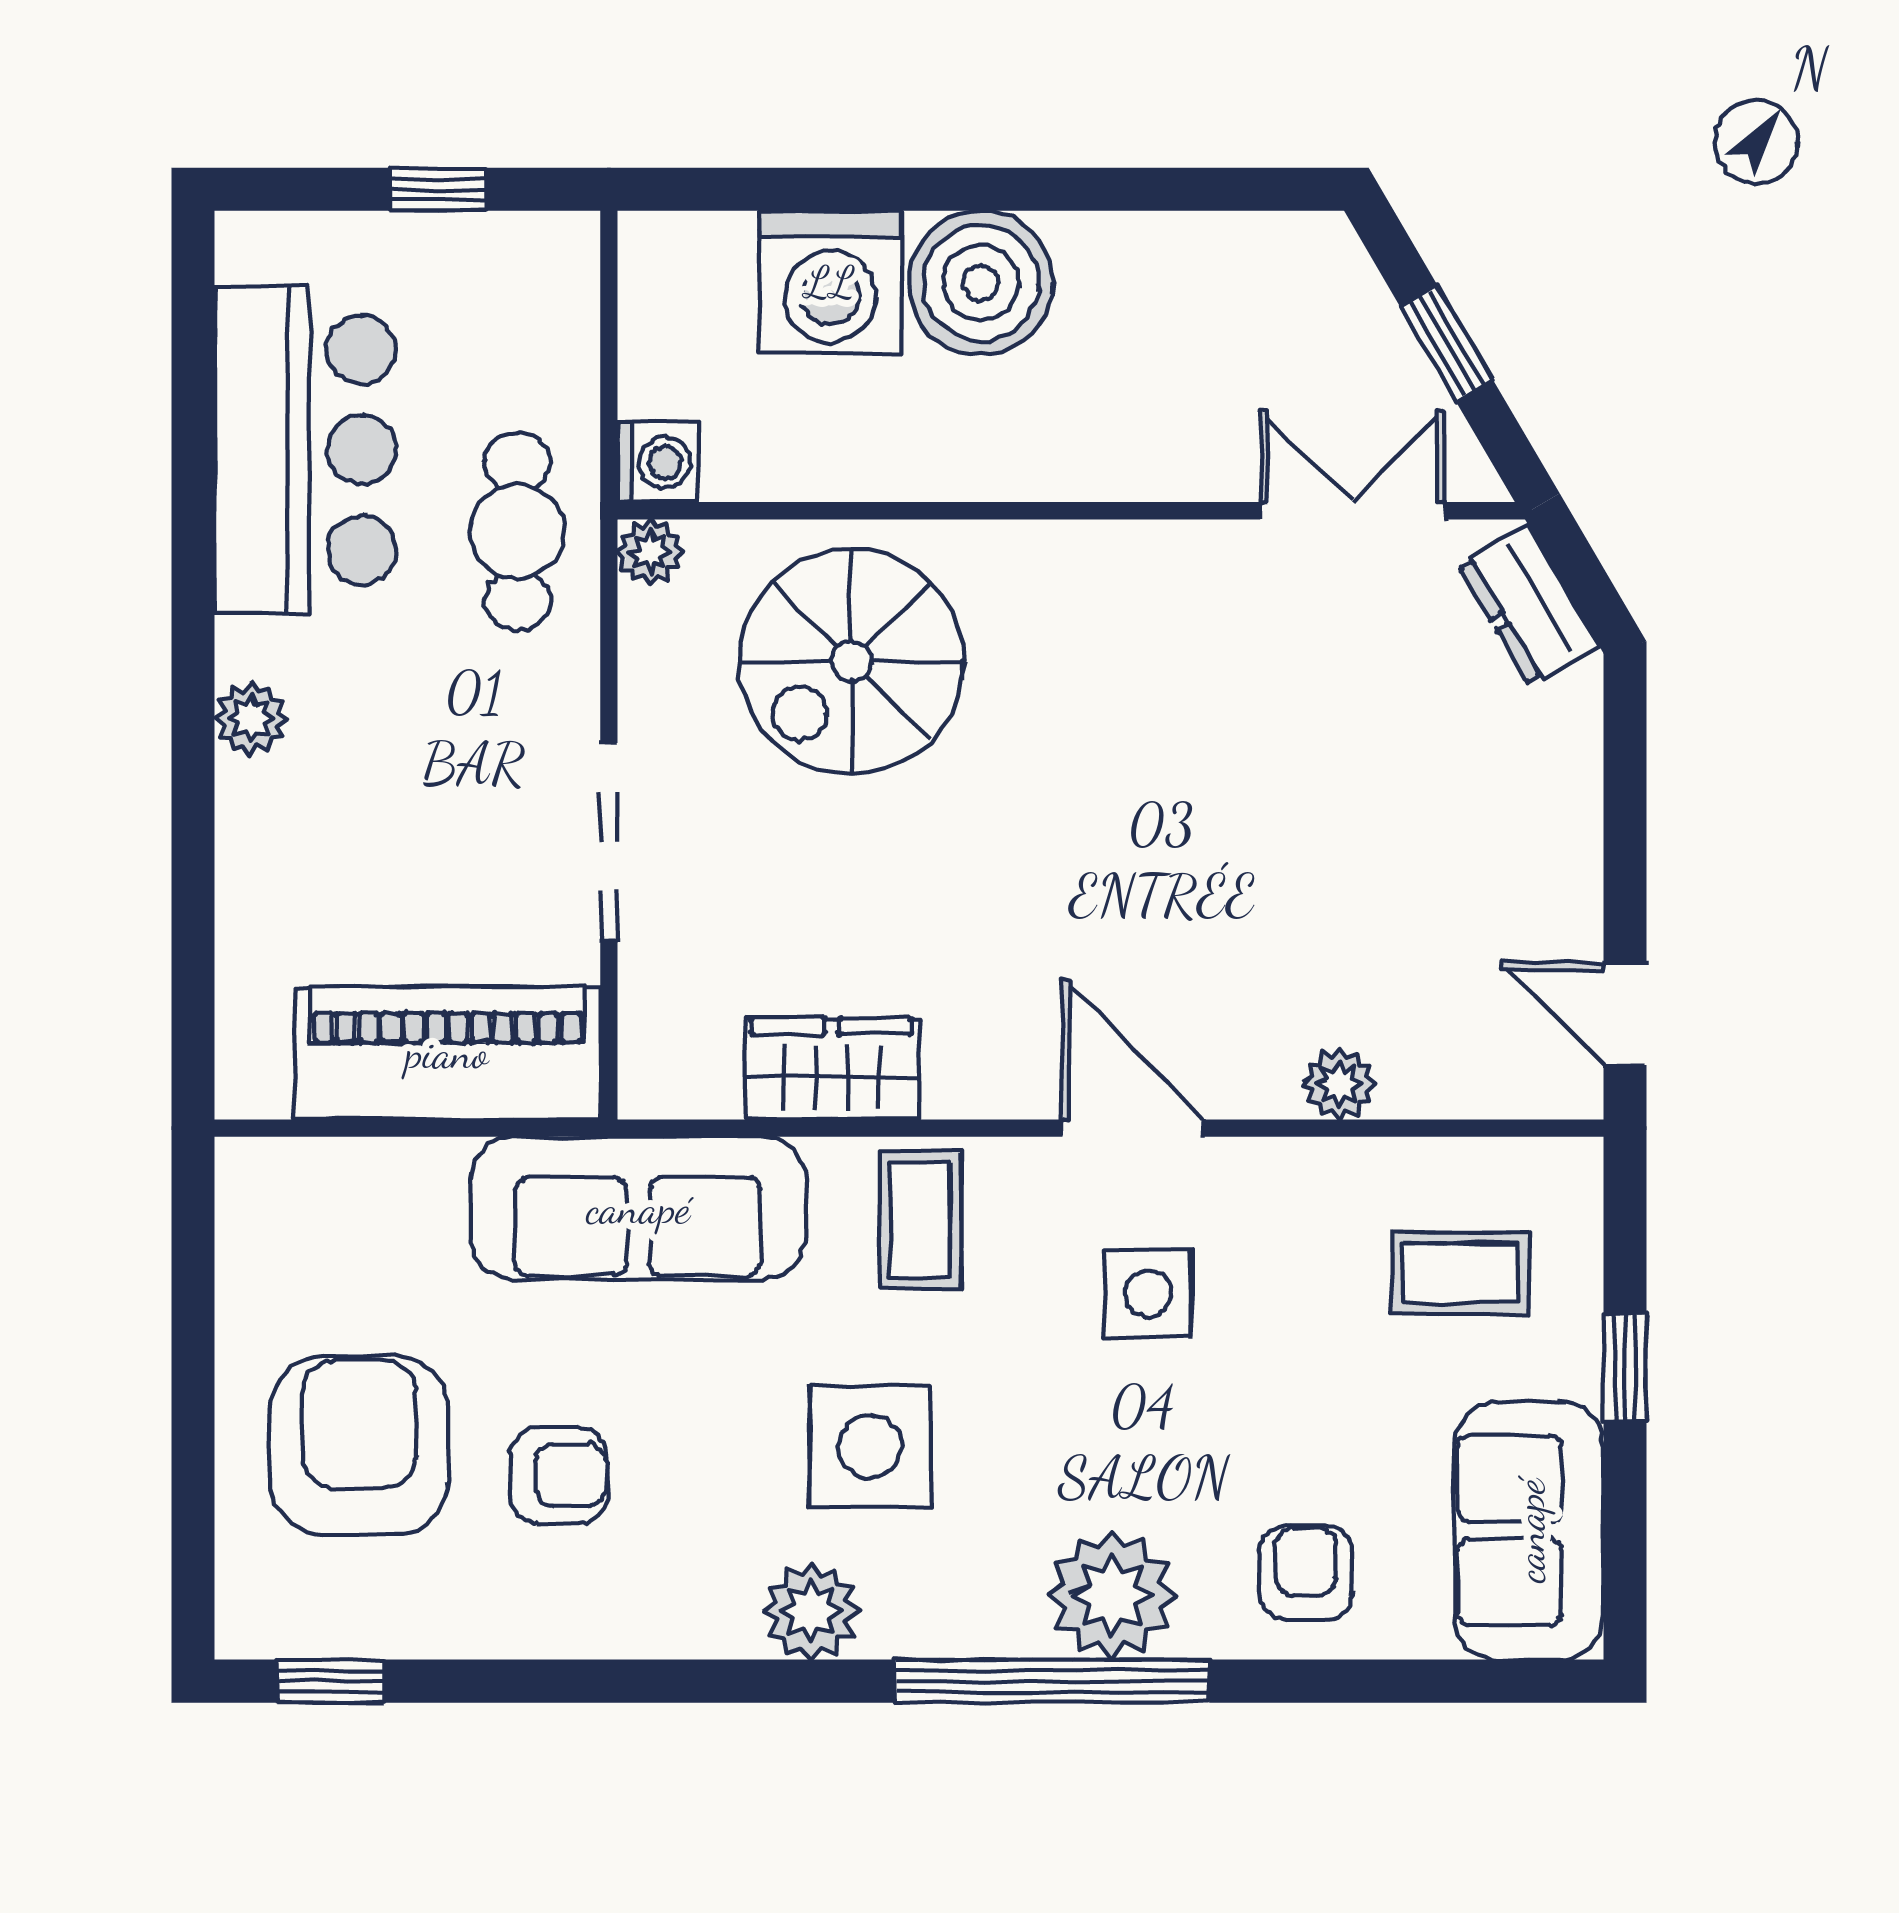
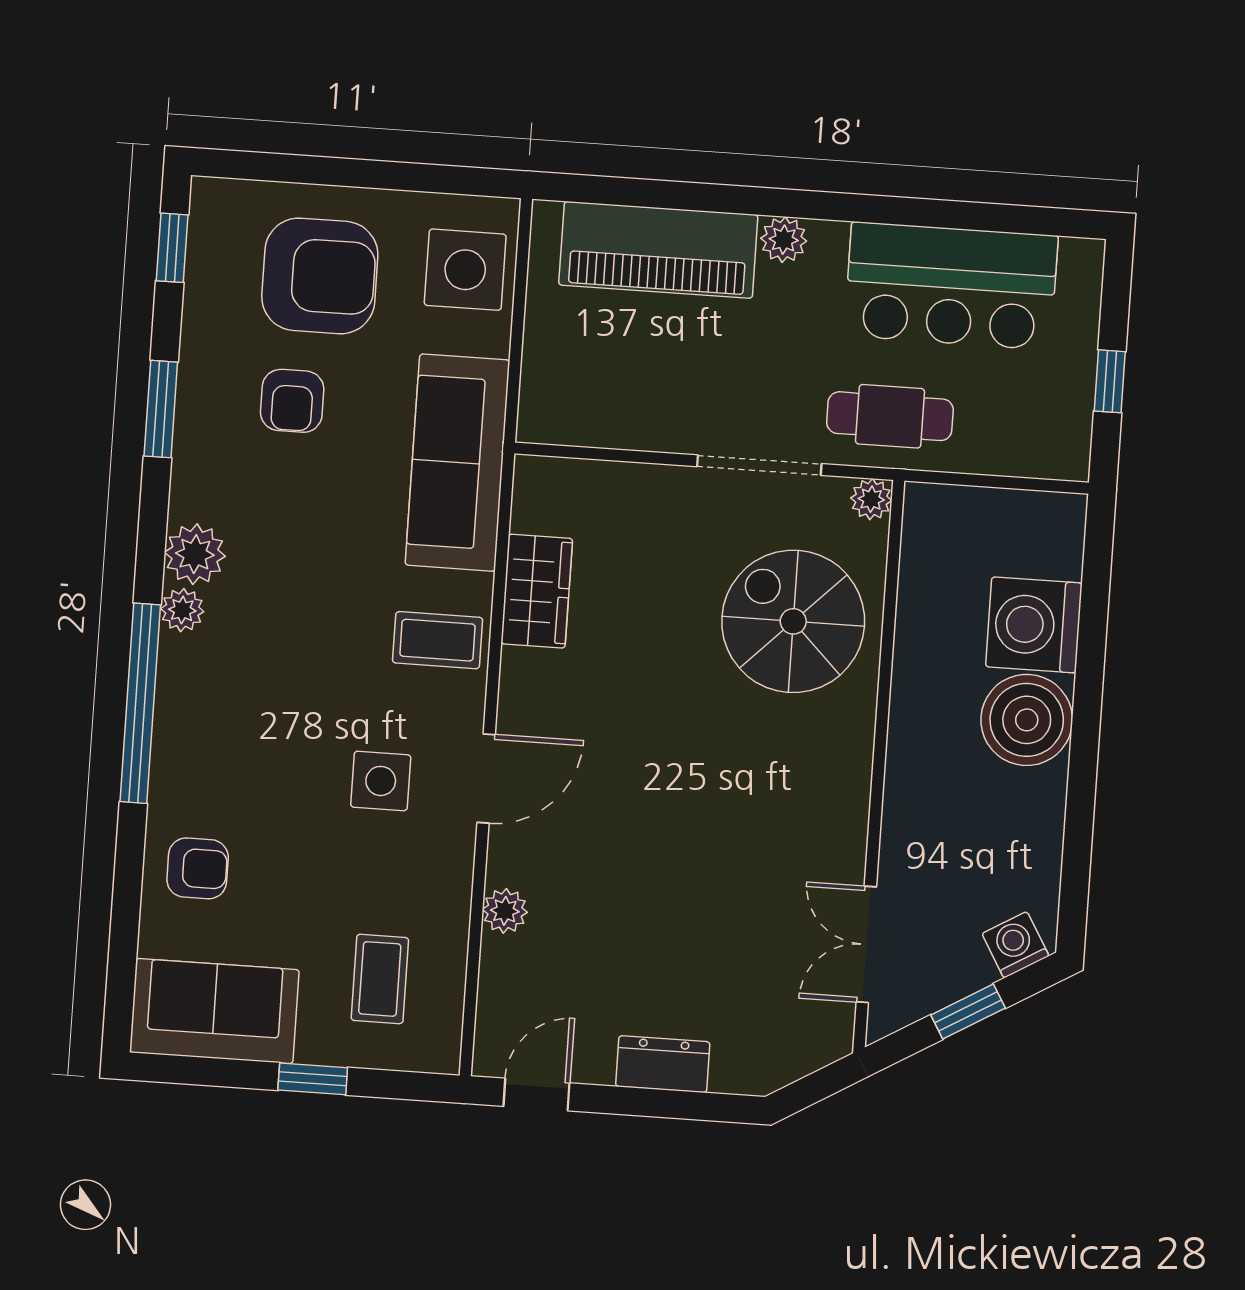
washing machine: (657, 462) -> (1015, 945), moved, turned 150
double door: (1352, 511) -> (866, 944), swing flipped
dresser: (1528, 605) -> (663, 1064), moved, turned 30
doorway: (609, 841) -> (759, 465), moved
piano: (447, 1053) -> (658, 250), moved, turned 90
side table: (870, 1447) -> (465, 270), moved
plant: (1112, 1595) -> (182, 610), moved, width x0.53, depth x0.53
window: (586, 1681) -> (161, 409), added

